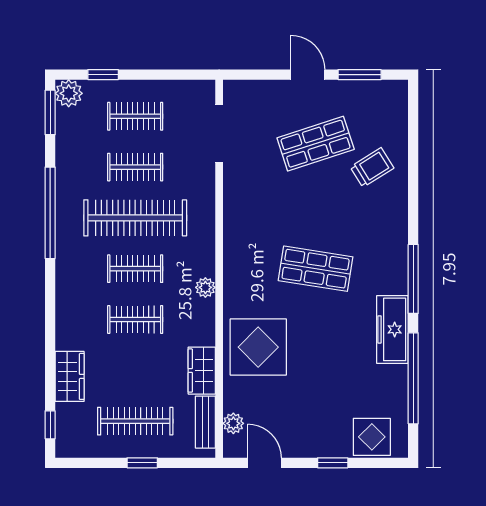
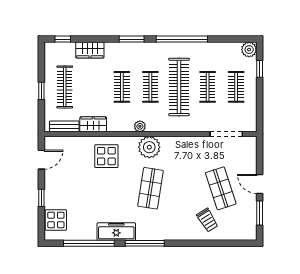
door: (308, 75) -> (260, 184), swing flipped
window: (50, 112) -> (132, 39), moved
display table: (258, 347) -> (106, 156), width x0.73, depth x0.73
plant: (233, 423) -> (149, 147), moved, width x1.87, depth x1.87

